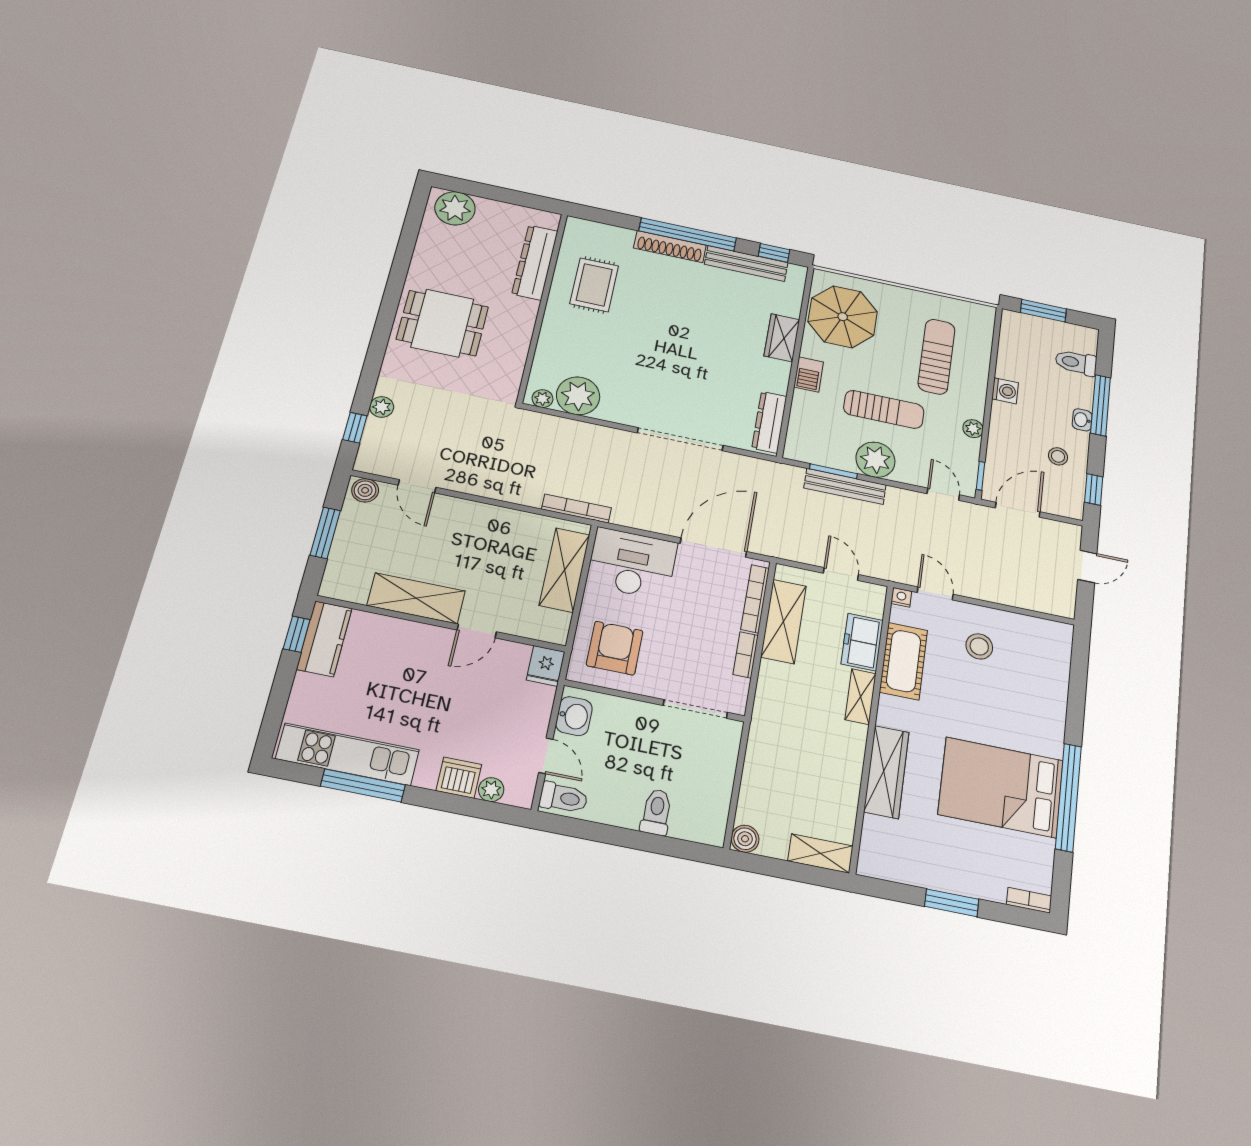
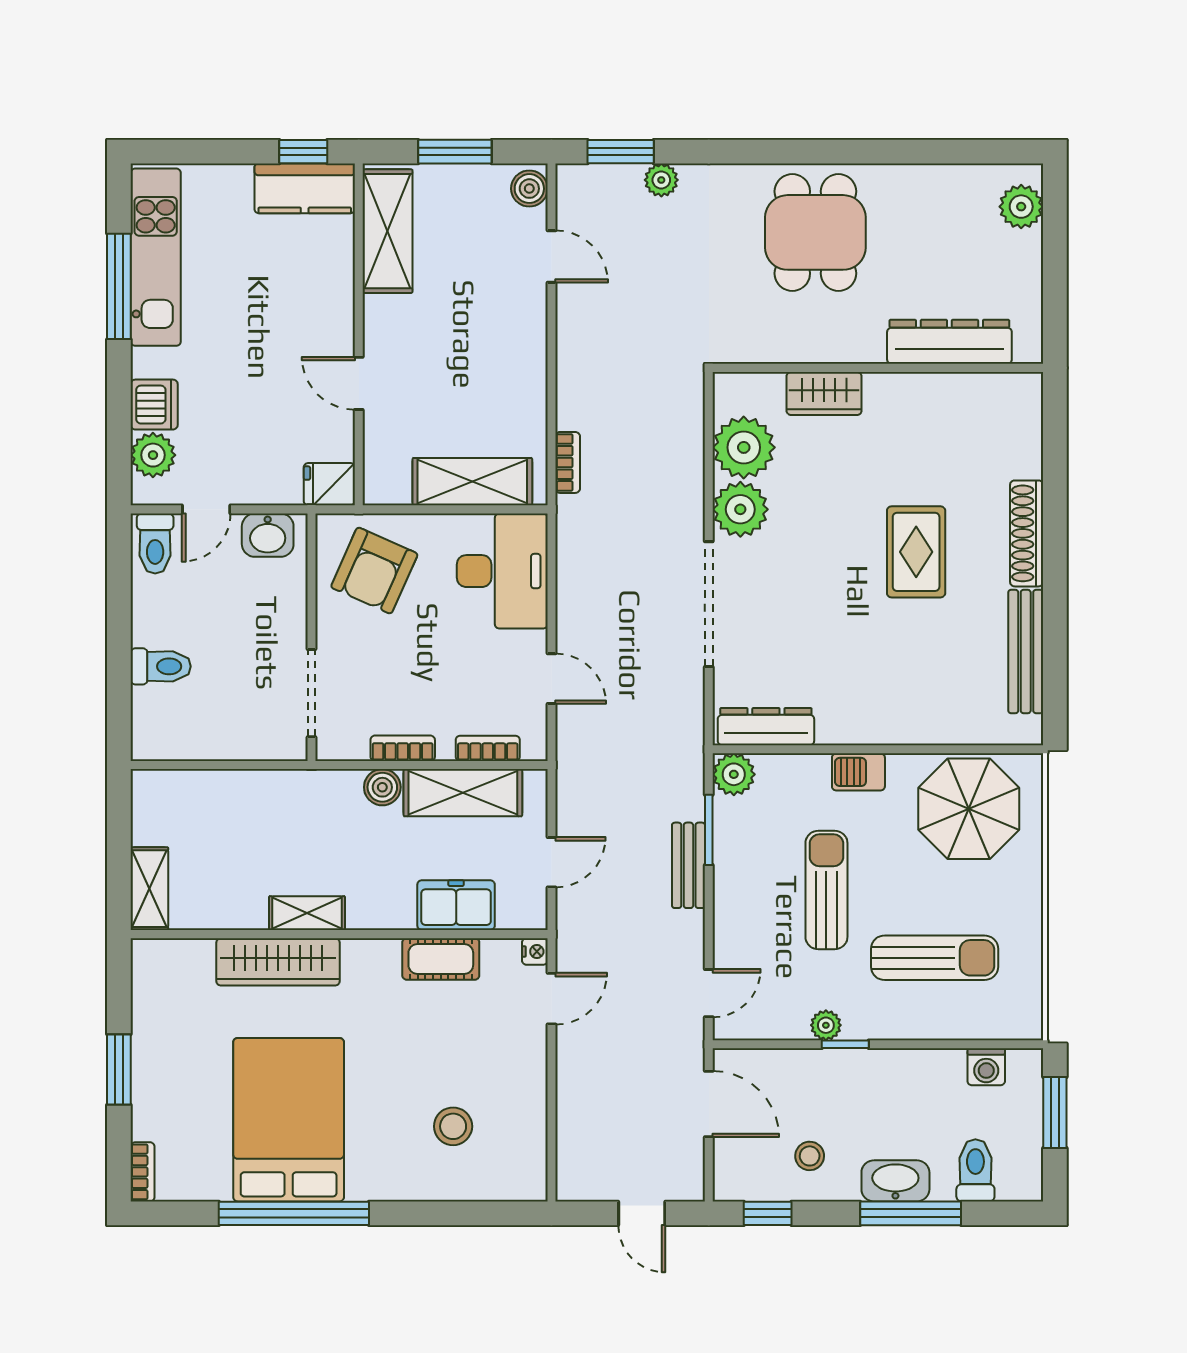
plant: (455, 208) -> (1021, 207), width x0.73, depth x0.73
window: (688, 234) -> (1055, 556), removed
window: (774, 253) -> (1055, 690), removed
rug: (594, 285) -> (916, 552), moved, turned 90
wardrobe: (782, 338) -> (824, 393), moved, turned 180
washing machine: (1005, 391) -> (986, 1067), moved
plant: (543, 399) -> (740, 509), moved, width x1.87, depth x1.87
sun lounger: (884, 409) -> (826, 890), turned 180
washbasin: (1082, 420) -> (895, 1181), width x1.91, depth x1.45
window: (355, 428) -> (621, 152), width x1.50
plant: (875, 460) -> (734, 774), moved, width x0.73, depth x0.73
window: (981, 476) -> (845, 1044), moved
door: (417, 486) -> (551, 257), swing flipped
bench: (845, 486) -> (688, 865), width x0.73
bookcase: (576, 509) -> (568, 462), width x0.64
door: (713, 548) -> (551, 679), width x0.53
shelving: (416, 598) -> (387, 231), moved
bookcase: (755, 599) -> (488, 748), width x0.64
stool: (979, 646) -> (453, 1126), moved
armchair: (615, 648) -> (374, 571), turned 114
cot: (904, 661) -> (441, 959), width x0.73, depth x0.75
shelving: (860, 697) -> (307, 913), moved
plant: (491, 790) -> (153, 455), width x1.38, depth x1.38
boiler: (745, 839) -> (382, 787), moved

